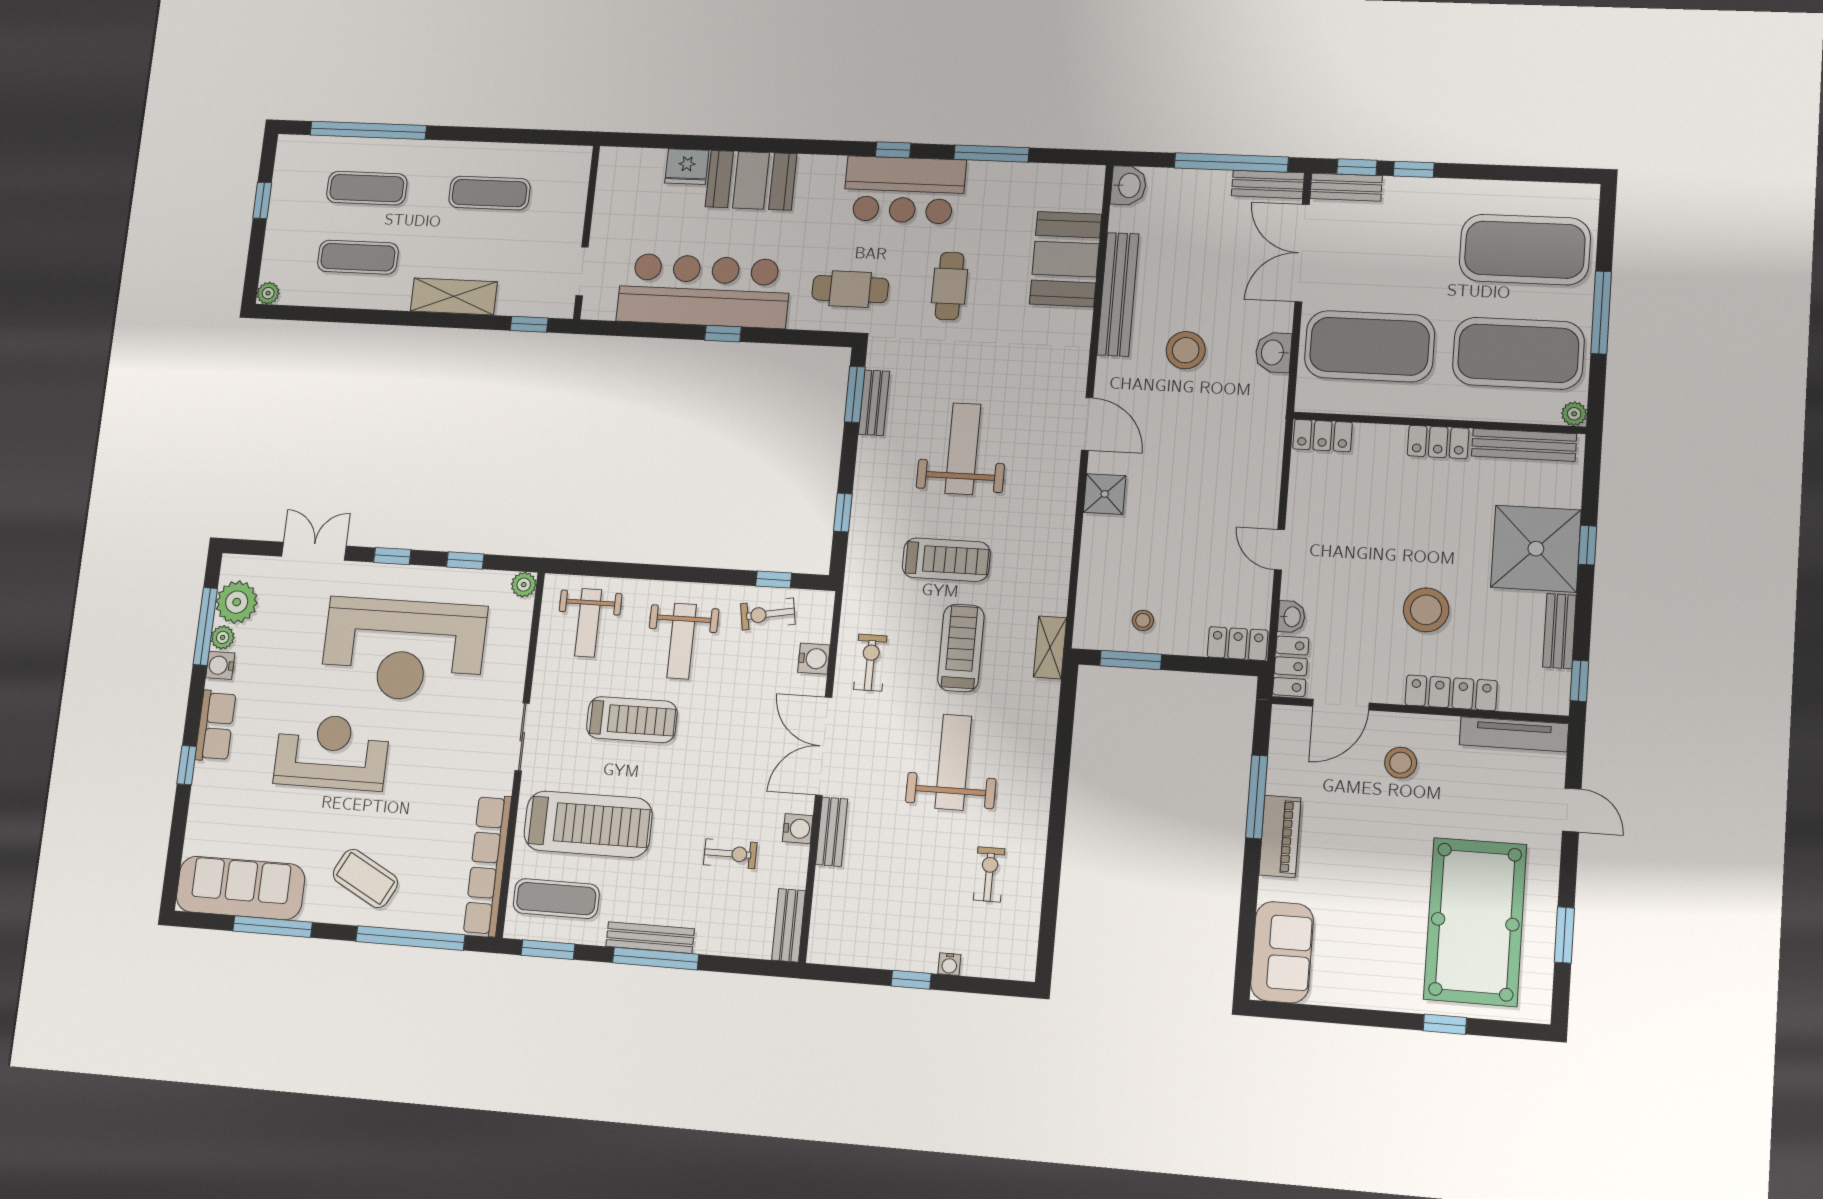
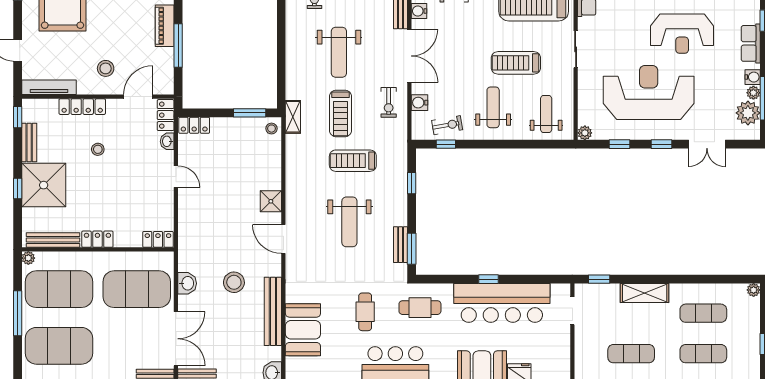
stool: (1426, 610) -> (98, 149), width x0.53, depth x0.53
stool: (1143, 620) -> (271, 129), moved

